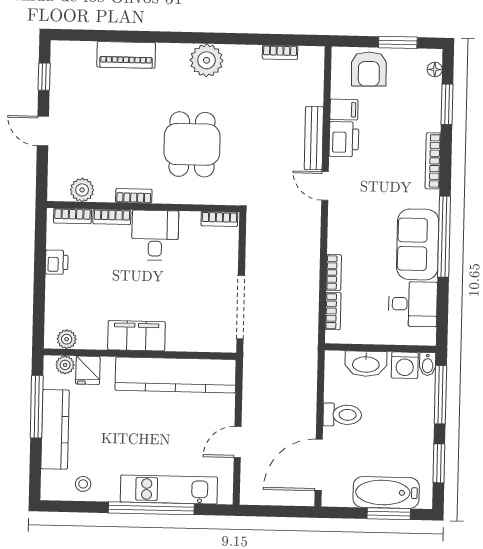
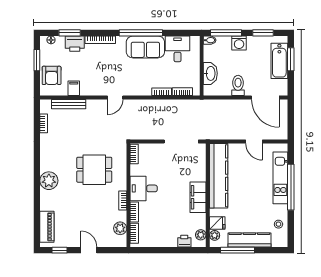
piano: (126, 55) -> (47, 227), moved
plant: (207, 60) -> (49, 181), moved
armchair: (369, 69) -> (52, 75), turned 91
door: (43, 131) -> (89, 250), swing flipped
bench: (314, 138) -> (69, 104), moved
printer: (344, 139) -> (75, 44), moved, turned 180
printer: (57, 262) -> (184, 241), moved
washing machine: (405, 365) -> (239, 43), moved, turned 90

